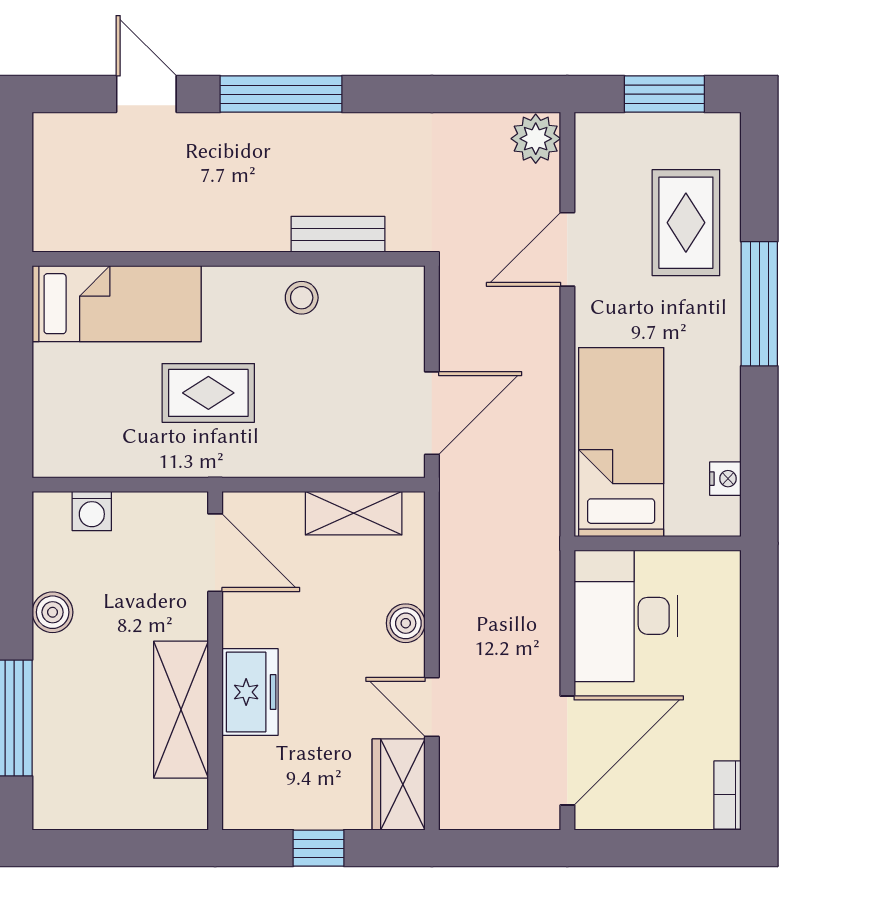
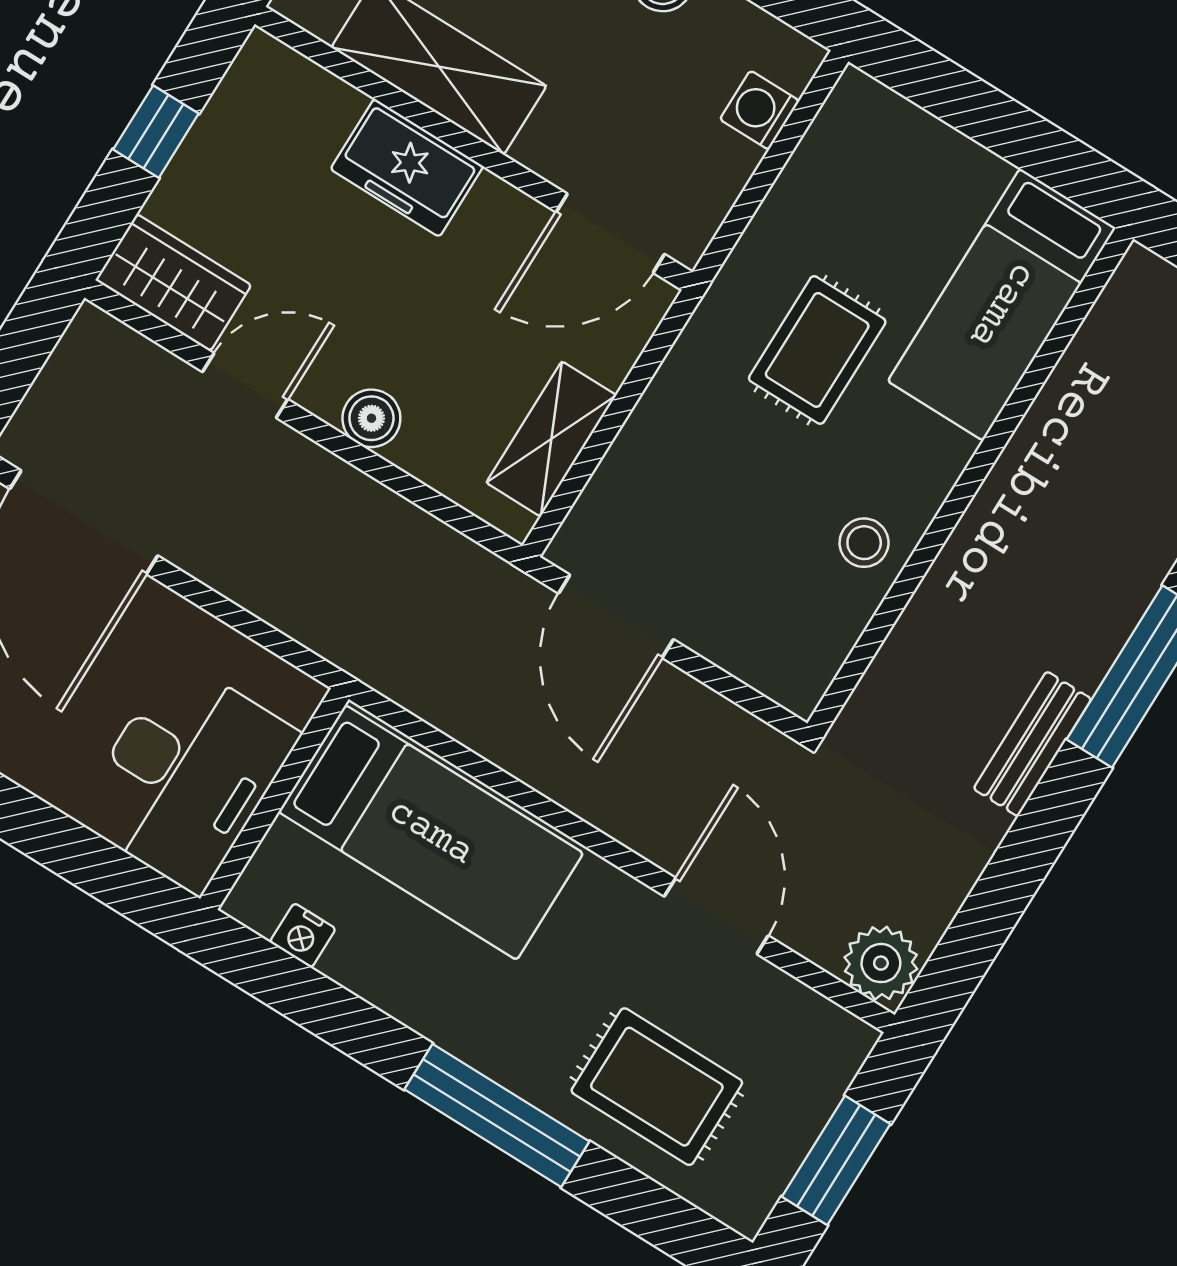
bench: (338, 234) -> (1032, 744), moved
desk: (626, 616) -> (187, 776), moved, turned 90

